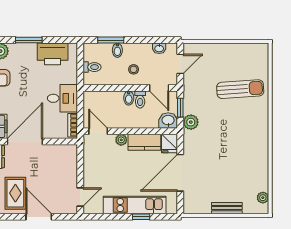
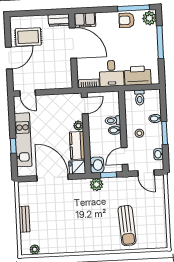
window: (29, 40) -> (160, 42), width x1.44
window: (111, 40) -> (165, 133), moved
printer: (53, 54) -> (138, 76), moved, turned 90
toilet: (140, 99) -> (113, 121), moved

